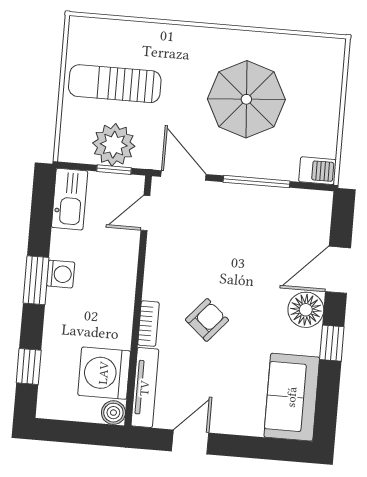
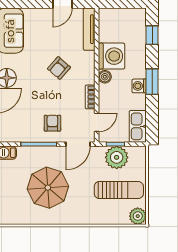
plant: (84, 32) -> (138, 216), added
door: (183, 175) -> (78, 144), hinge flipped
armchair: (228, 218) -> (52, 123), added
bookcase: (148, 324) -> (90, 97), moved
washing machine: (104, 373) -> (111, 56), moved
boiler: (113, 413) -> (105, 77), moved

